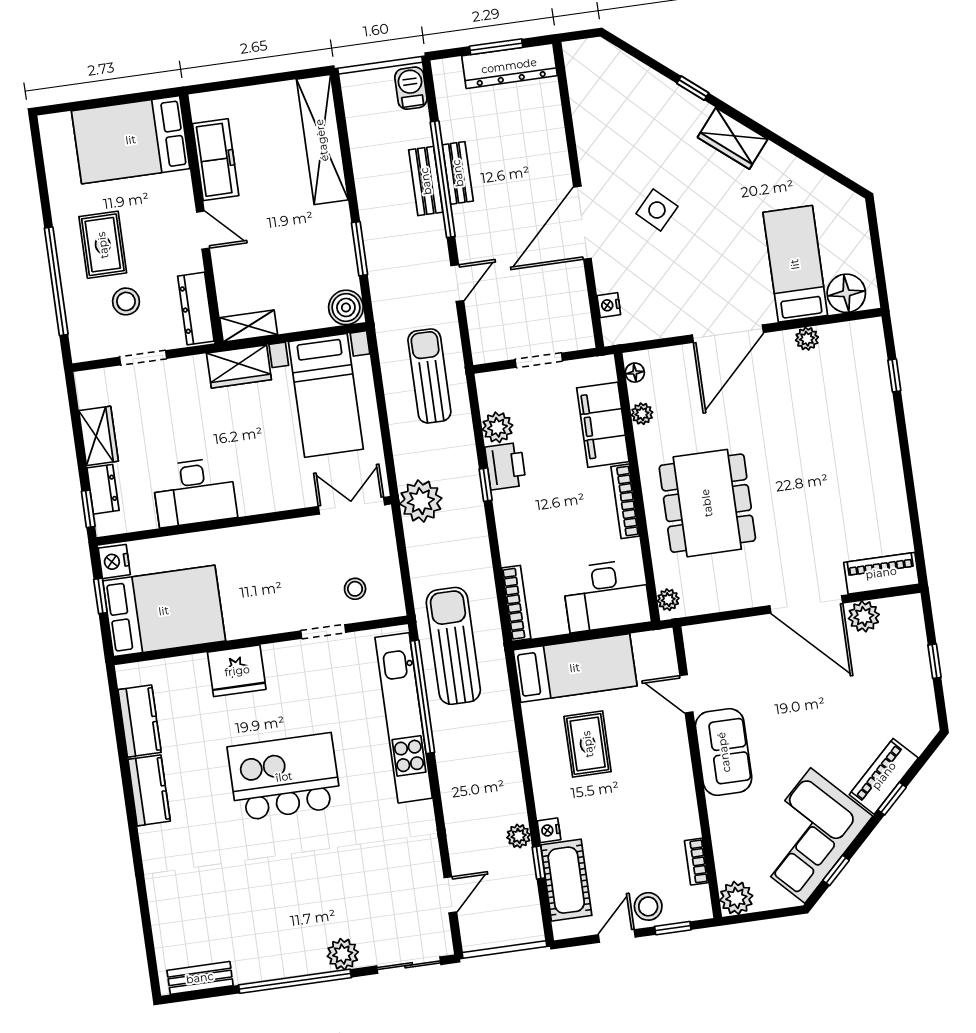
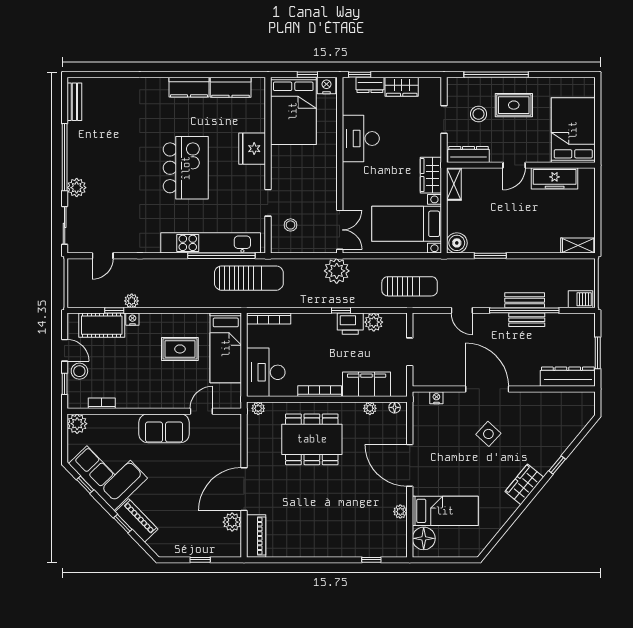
dresser: (509, 66) -> (568, 377), moved, turned 90
shelving: (322, 140) -> (578, 245), width x0.45, depth x0.75
door: (450, 895) -> (103, 256), hinge flipped

